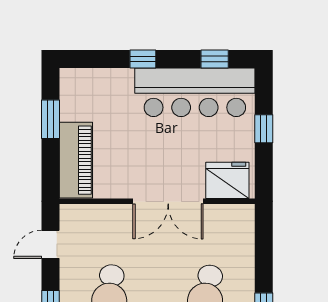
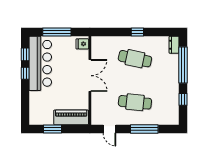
window: (143, 59) -> (25, 73), moved
window: (264, 129) -> (57, 32), width x2.17
fridge: (227, 180) -> (82, 44), width x0.53, depth x0.75

